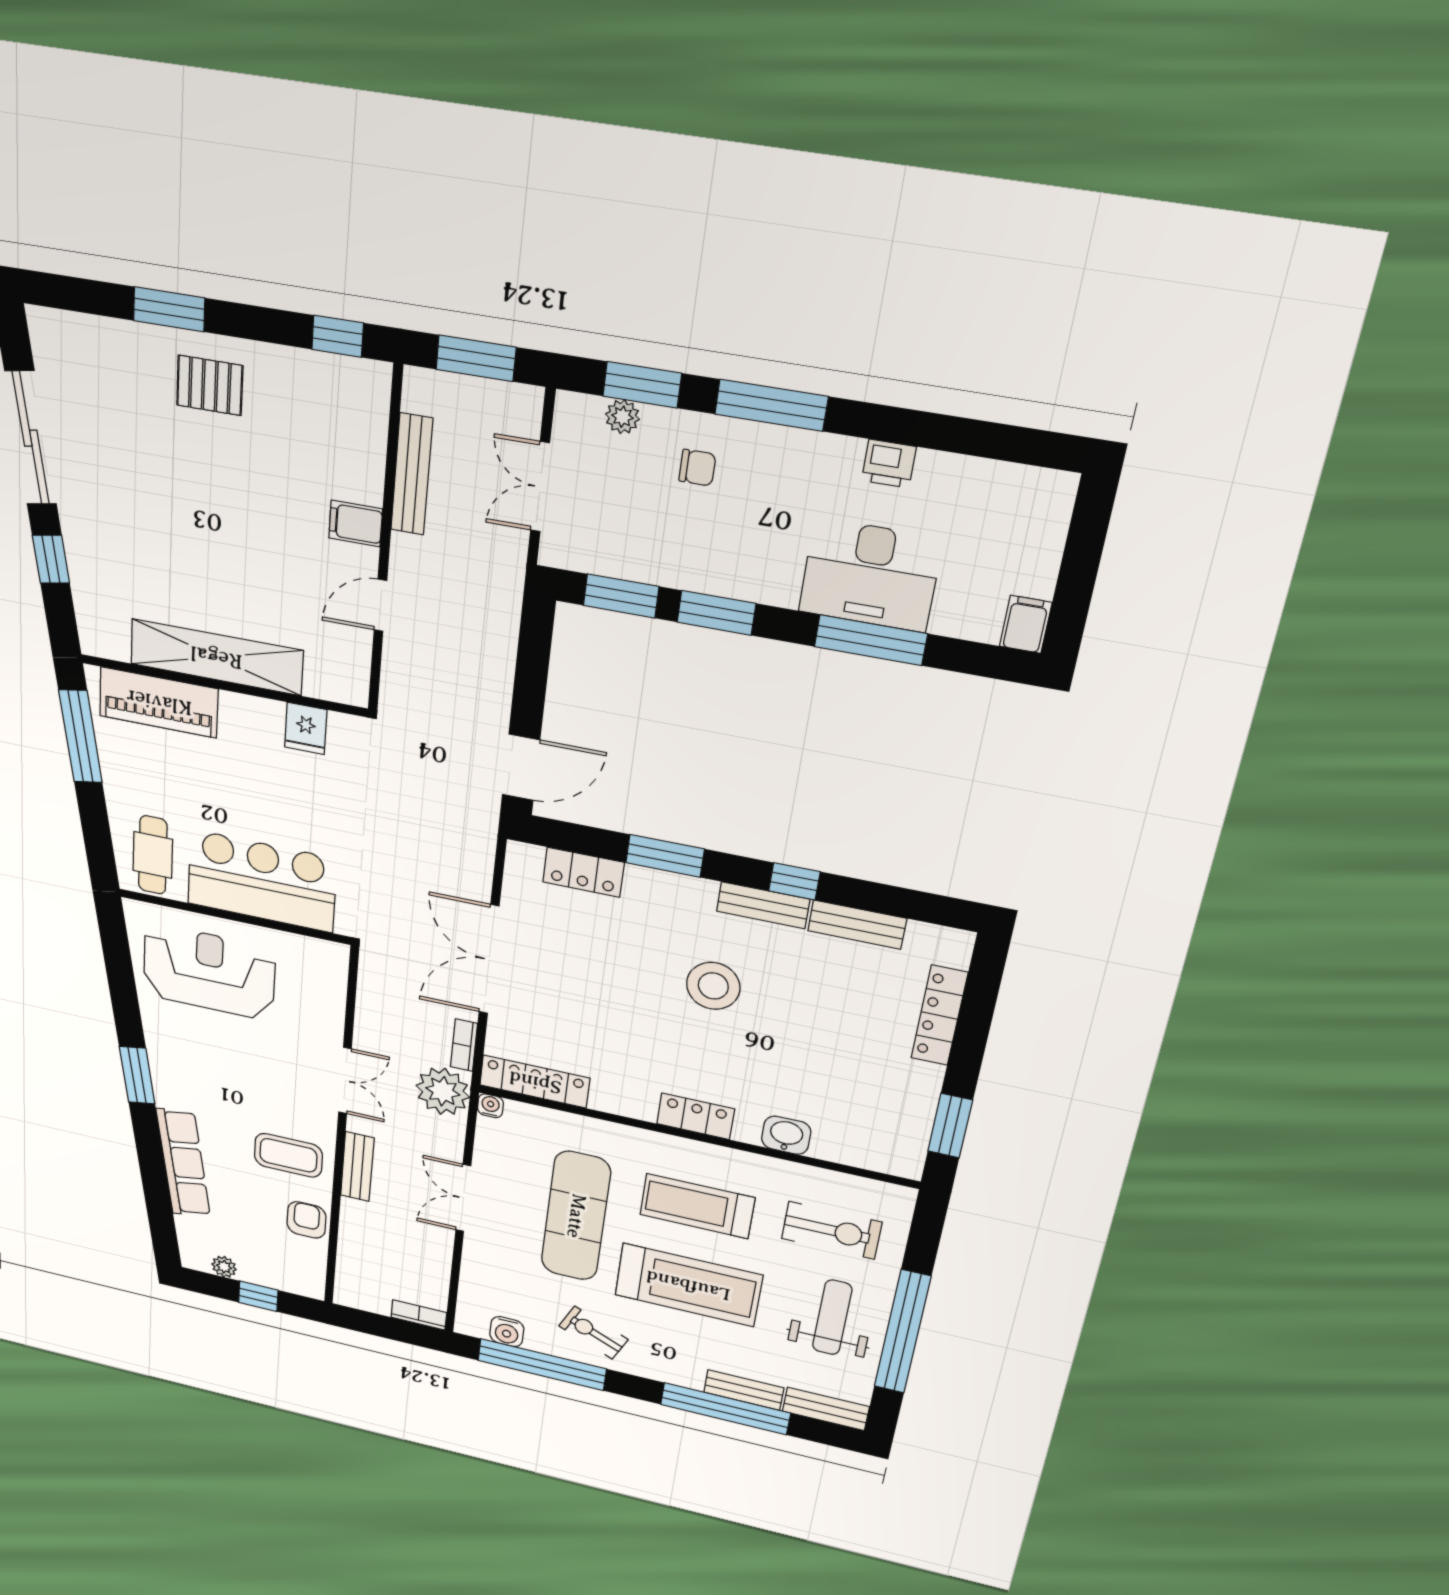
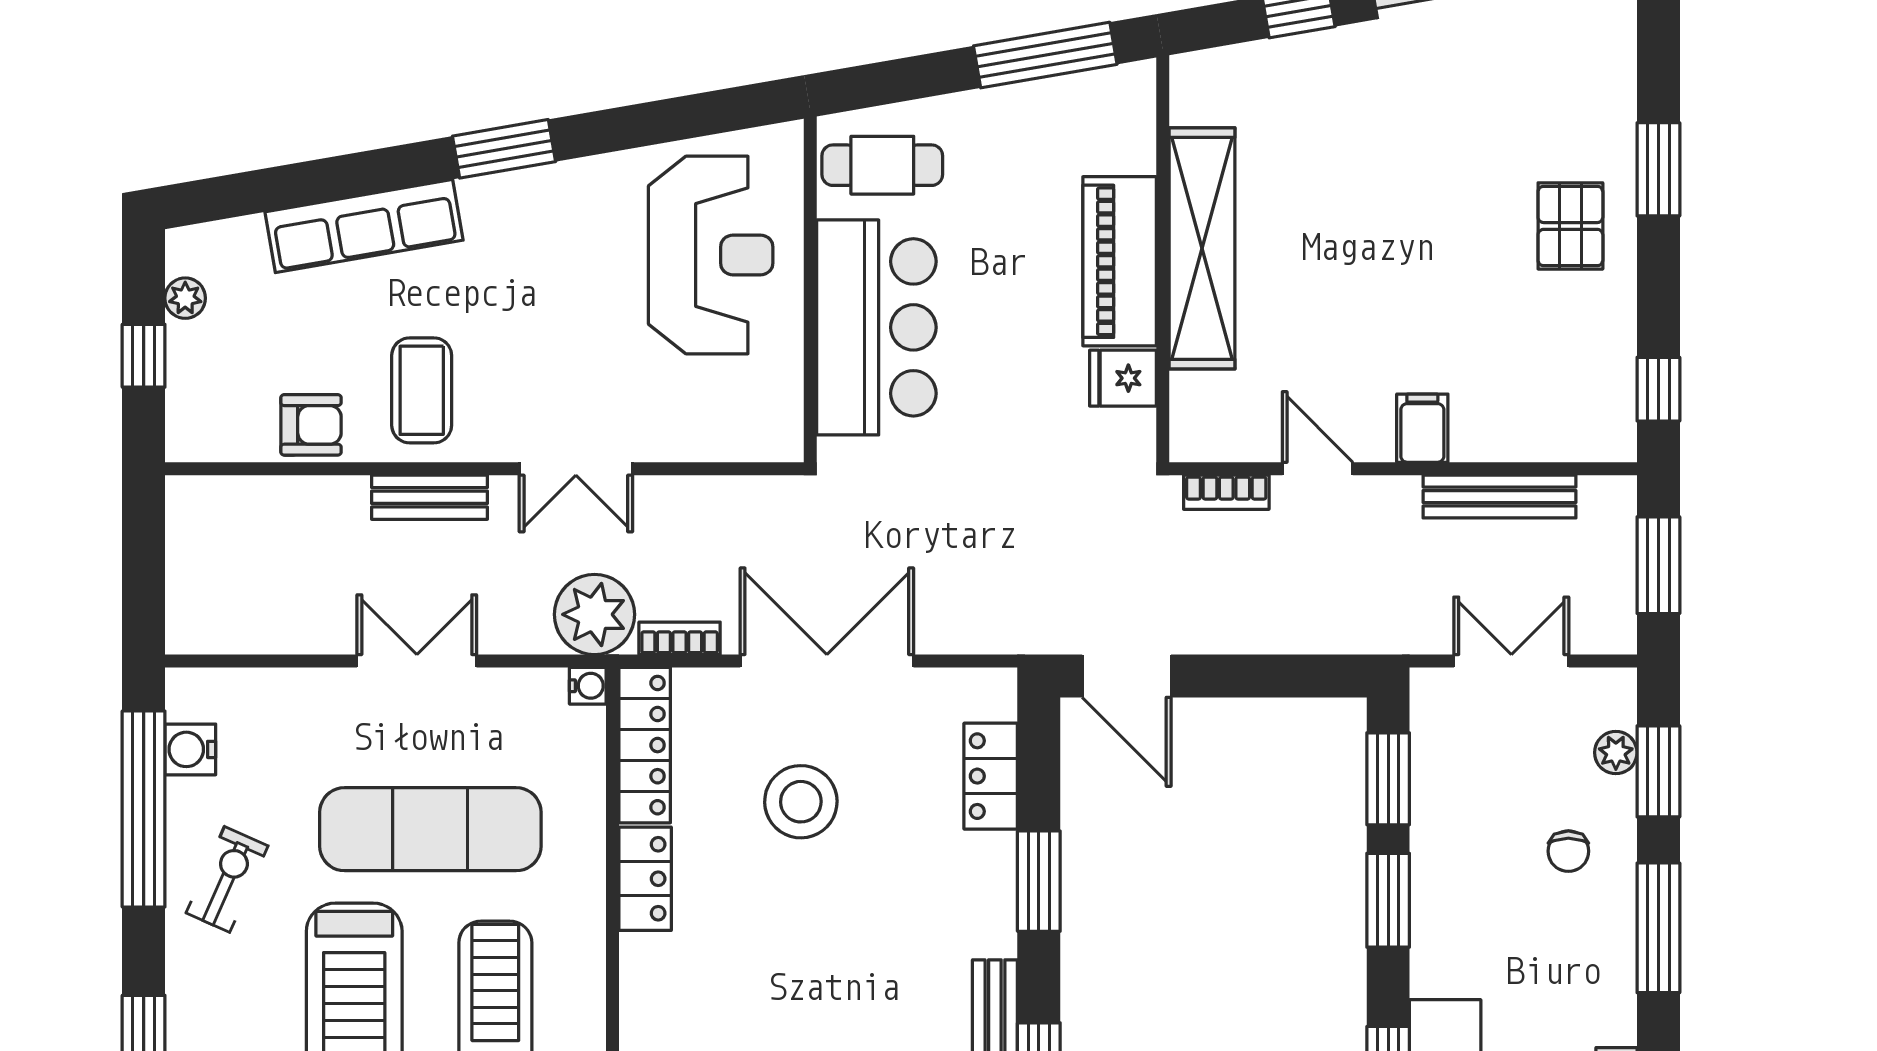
piano: (159, 702) -> (1120, 261), moved
stool: (713, 986) -> (801, 802), moved
locker: (696, 1116) -> (645, 879), moved
bookcase: (419, 1315) -> (1226, 492), moved, turned 90

